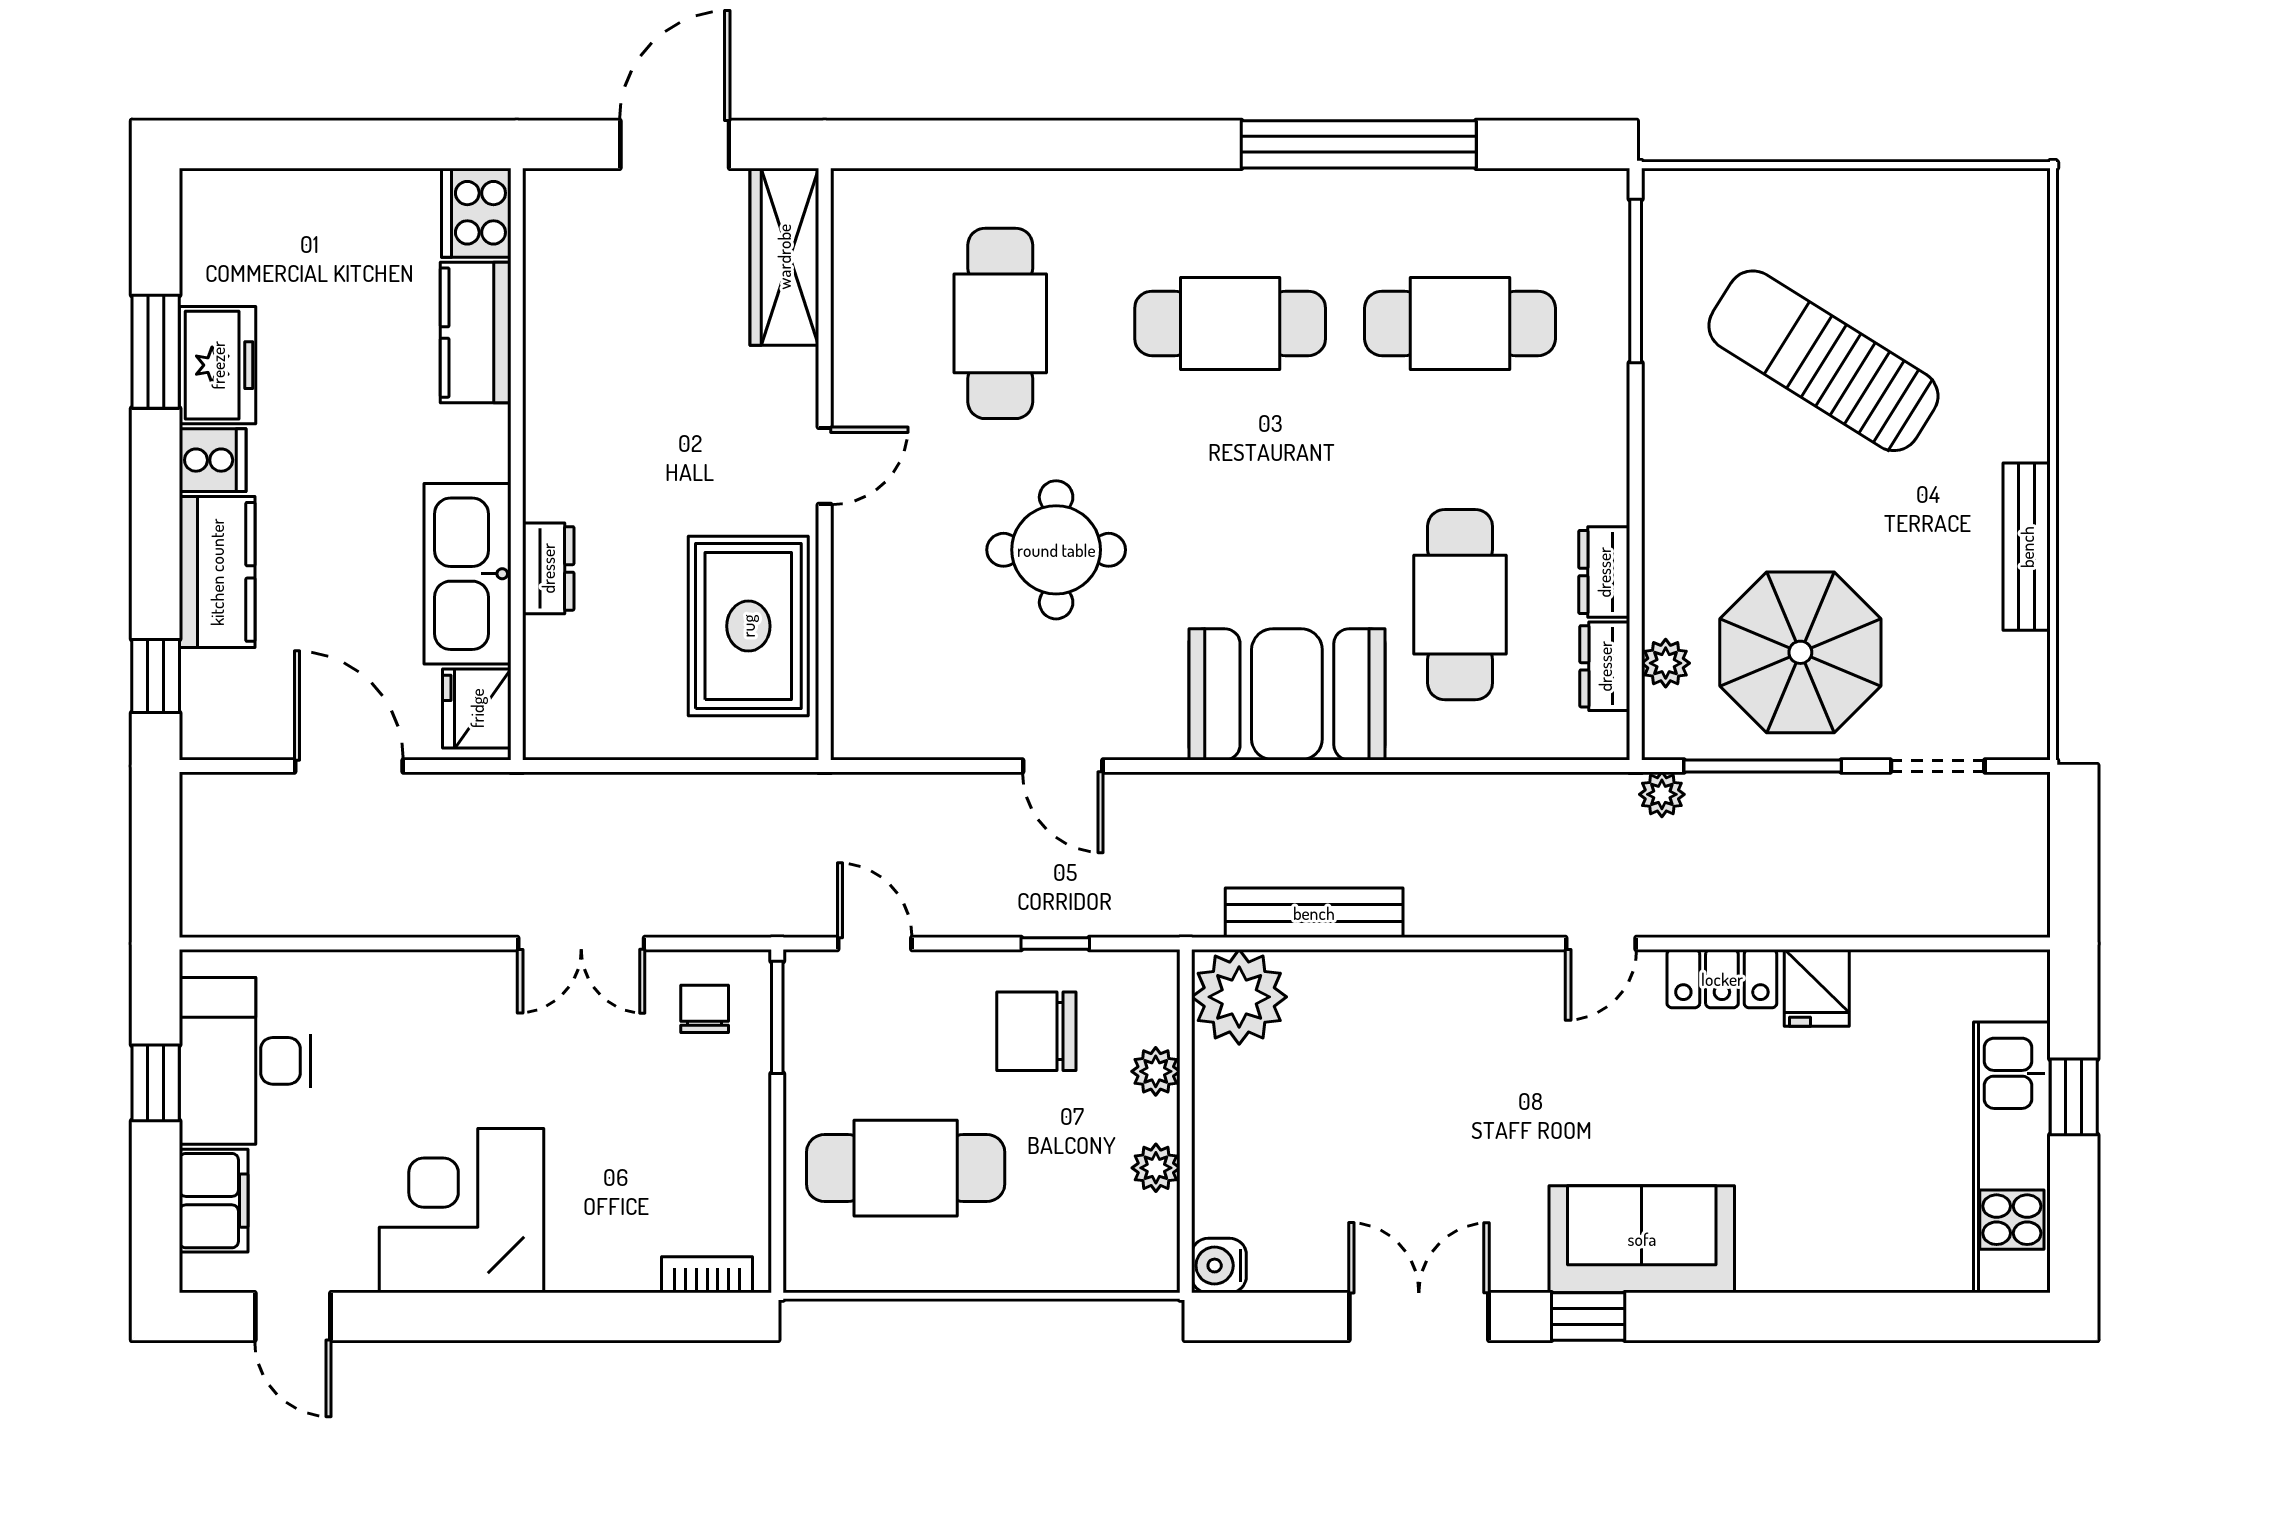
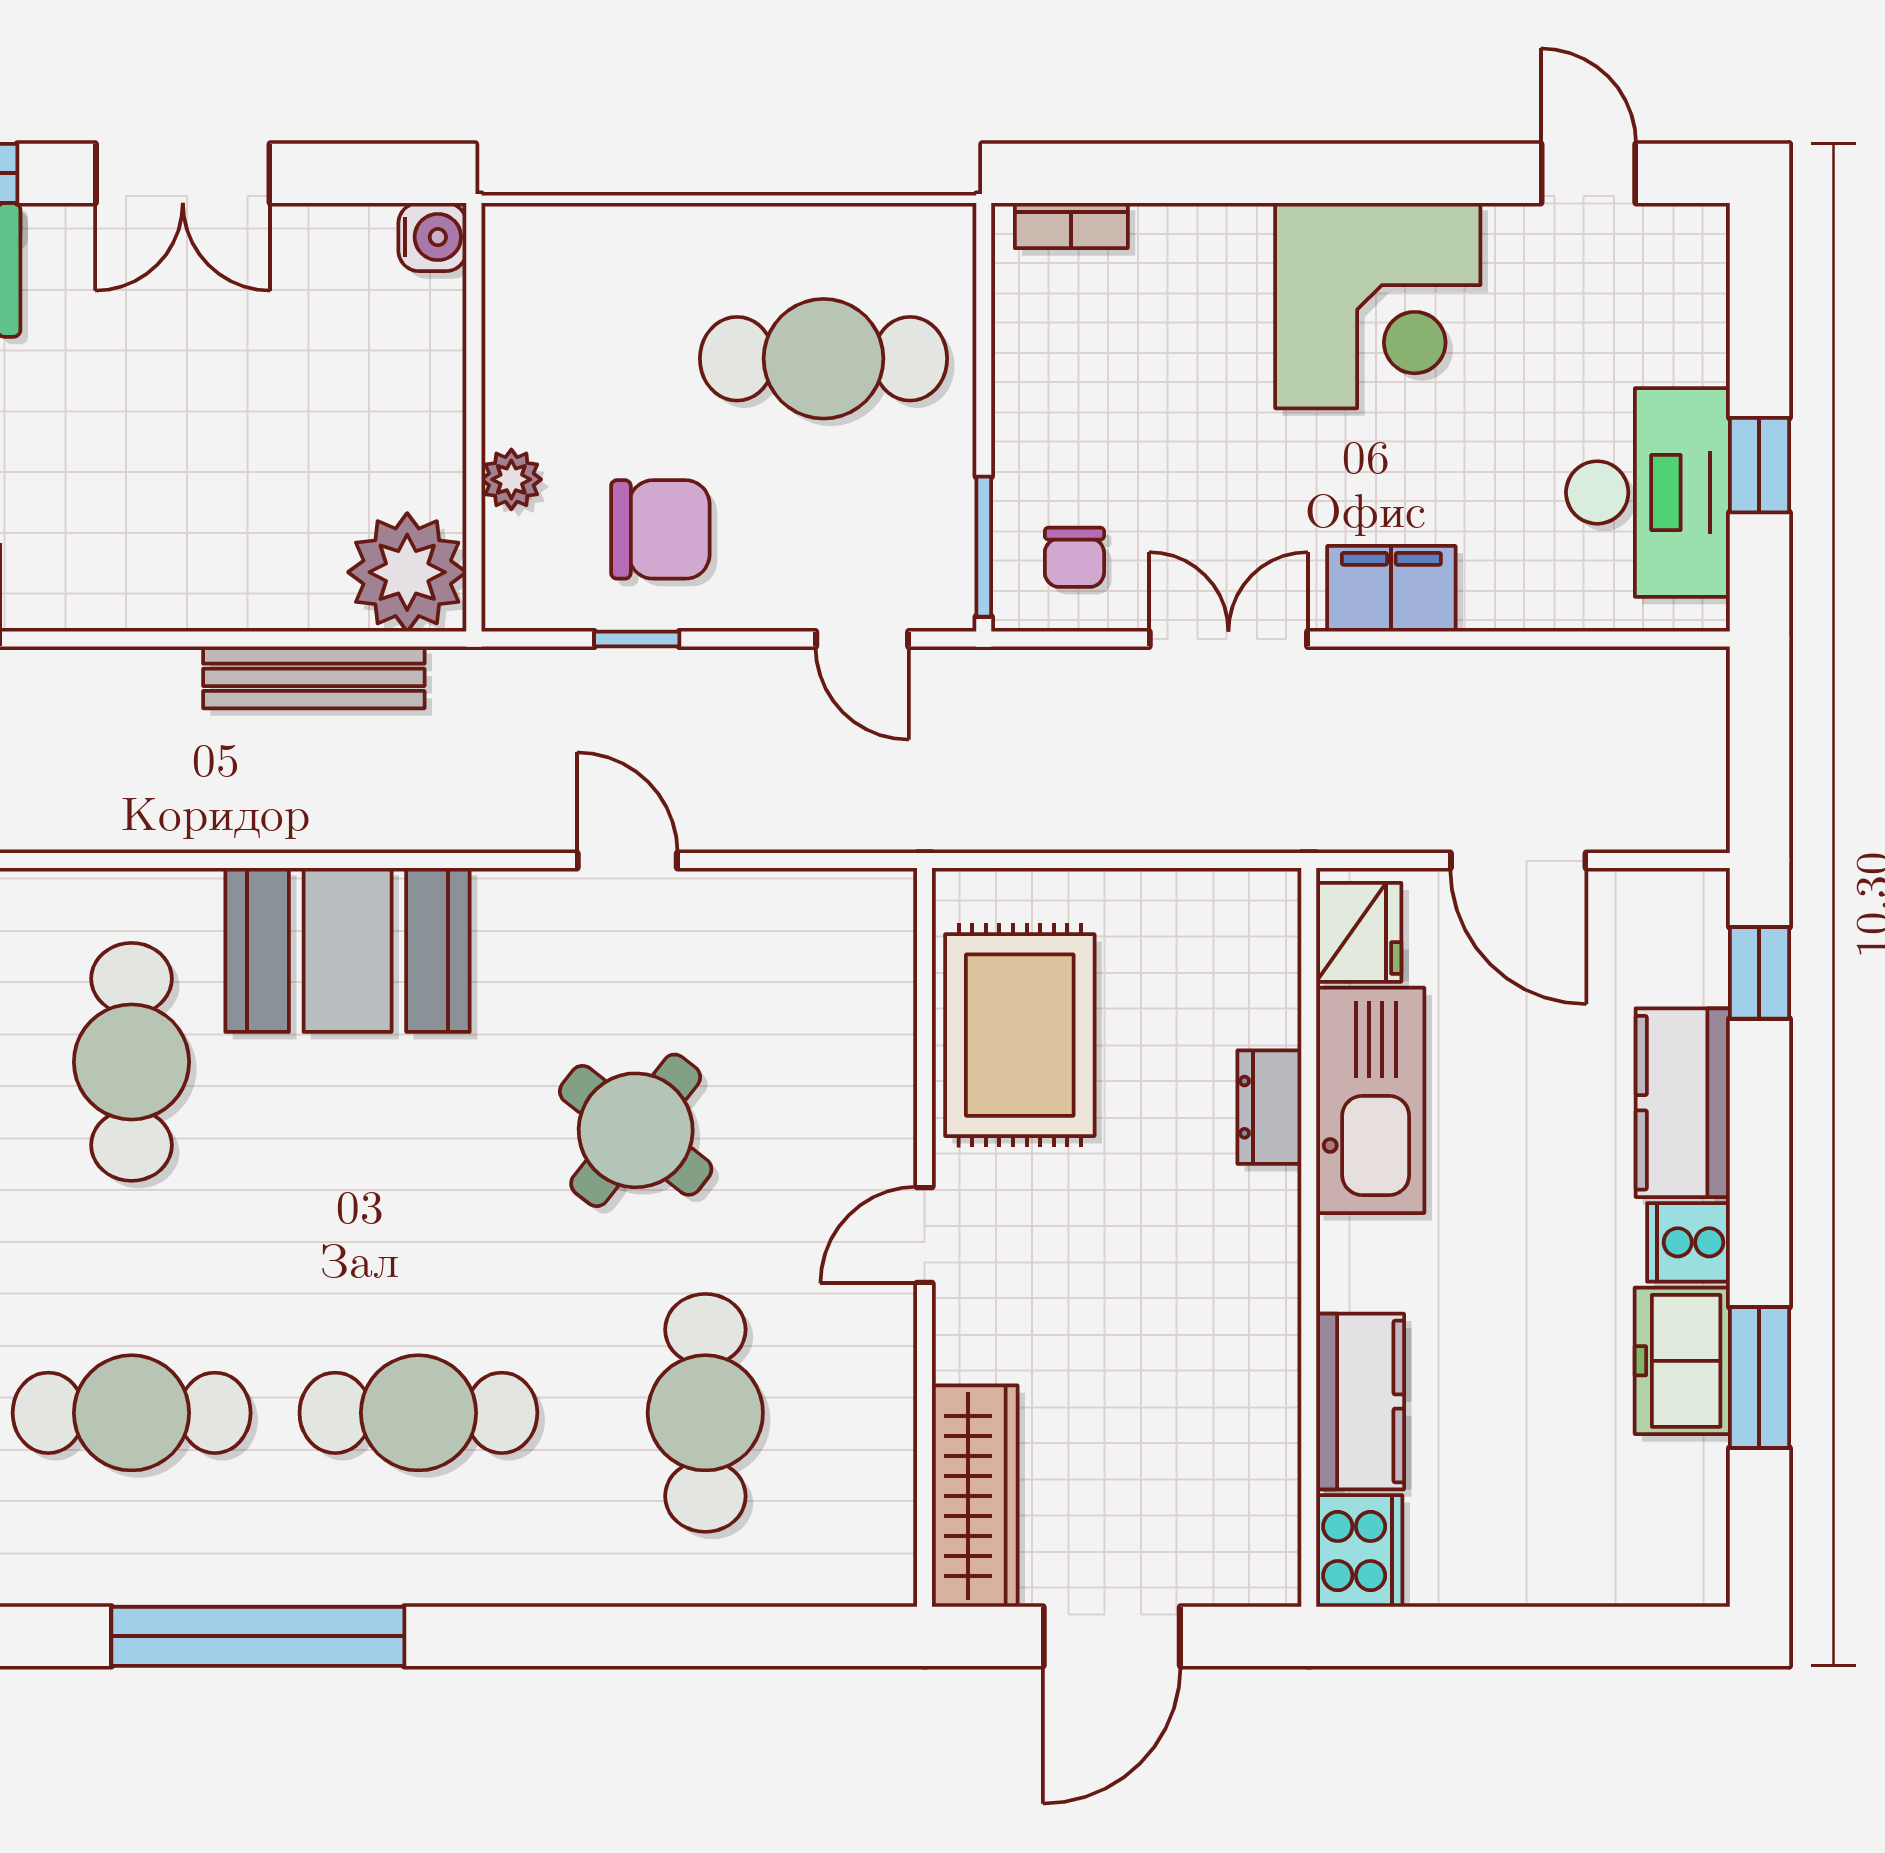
round table: (1056, 550) -> (636, 1130), turned 38
plant: (1156, 1168) -> (511, 359), removed
filing cabinet: (214, 1201) -> (1391, 589), moved, turned 90

